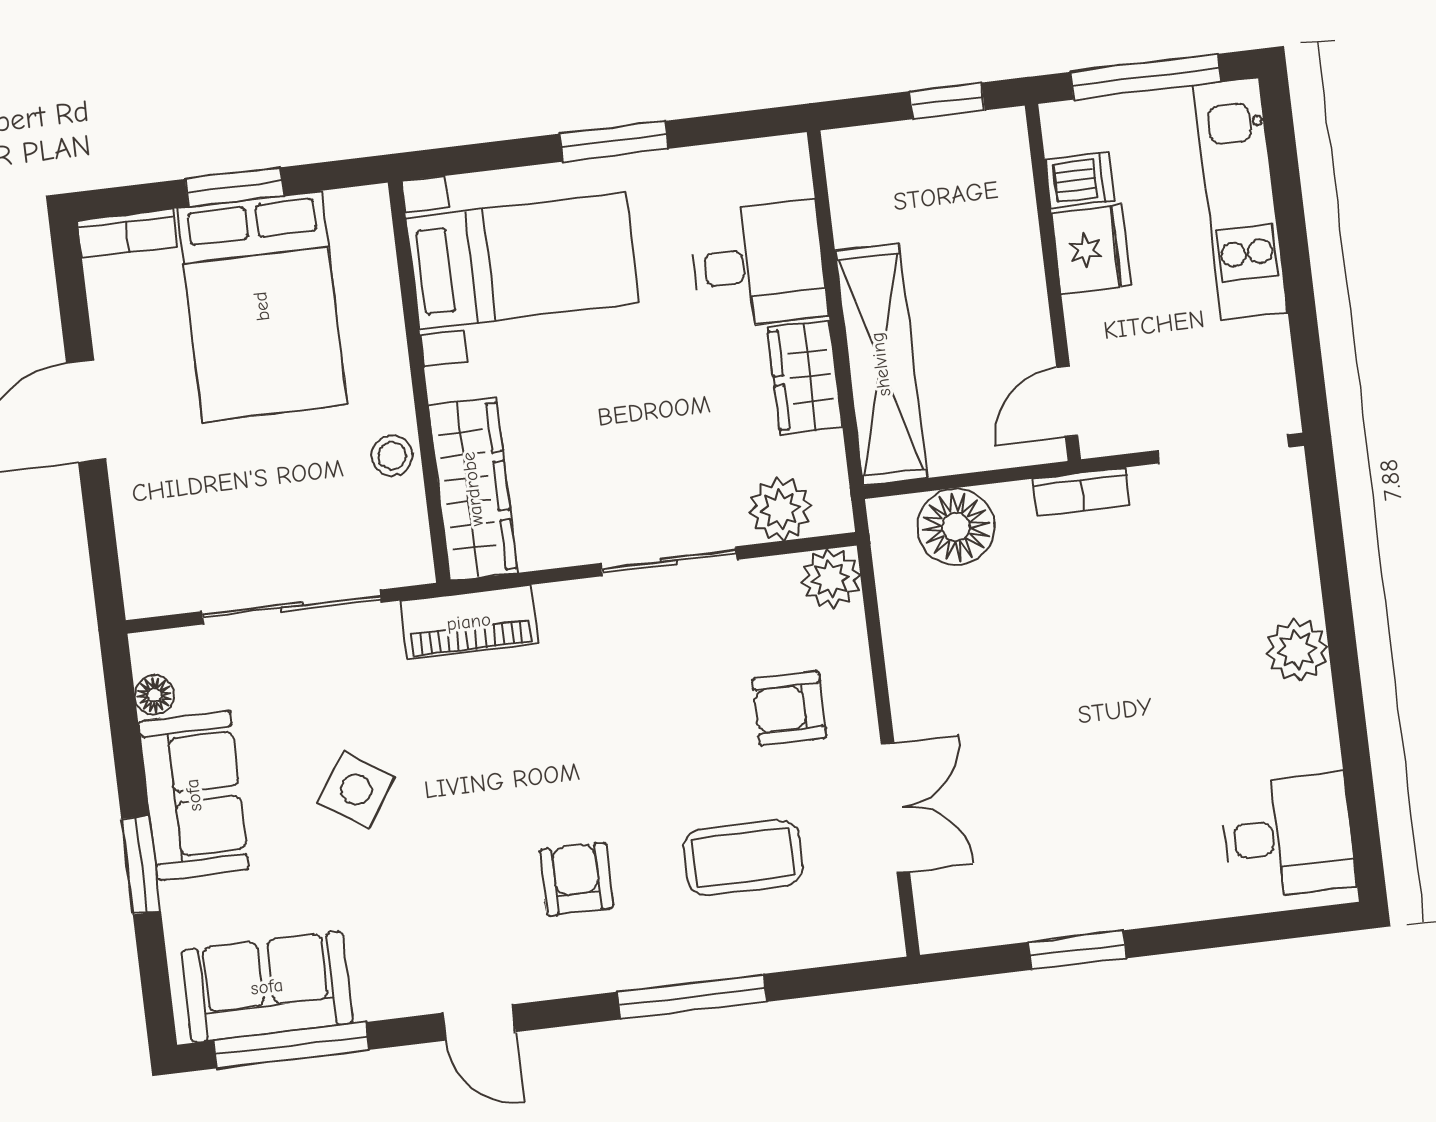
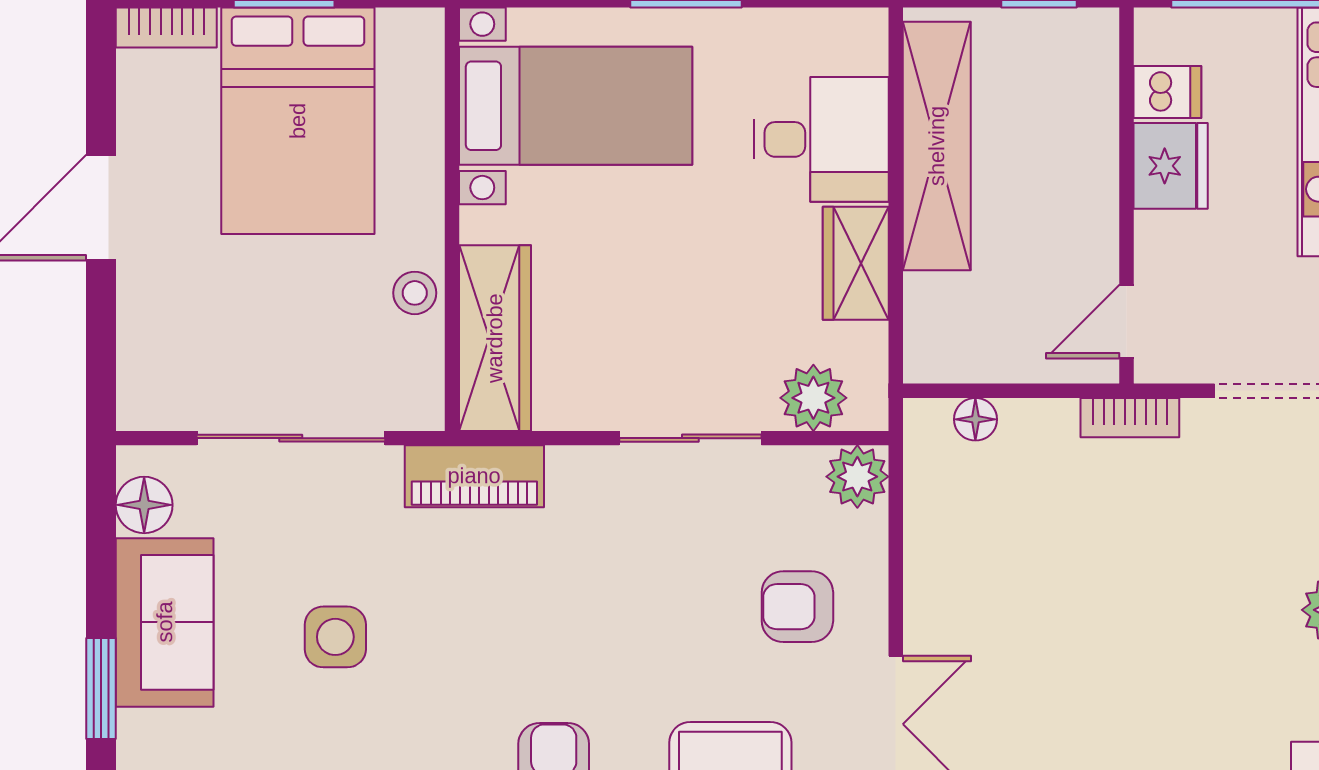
shelving: (881, 364) -> (937, 146), moved
floor lamp: (956, 527) -> (975, 419), width x0.53, depth x0.53
floor lamp: (154, 695) -> (144, 505), width x1.37, depth x1.37
side table: (356, 790) -> (335, 637), turned -33

